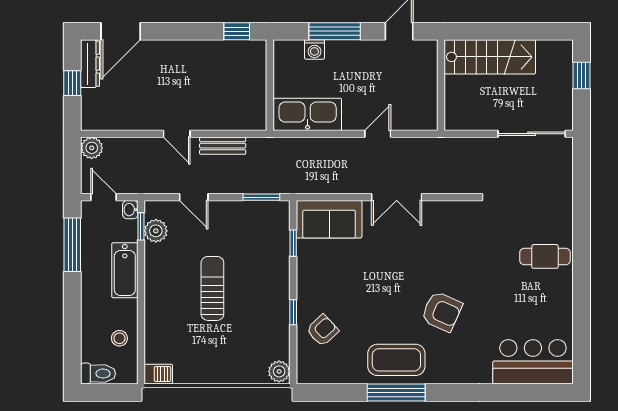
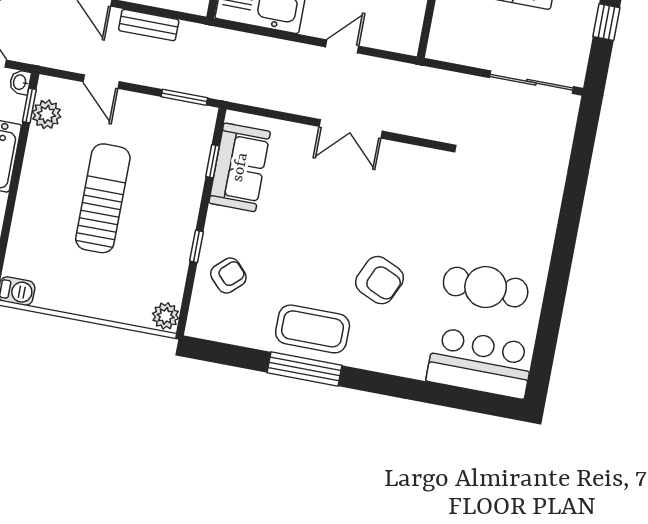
sofa: (329, 219) -> (240, 167), moved, turned -90
cafe table: (545, 256) -> (486, 287), moved, width x1.37, depth x1.35
sun lounger: (212, 288) -> (103, 198), width x1.36, depth x1.34

